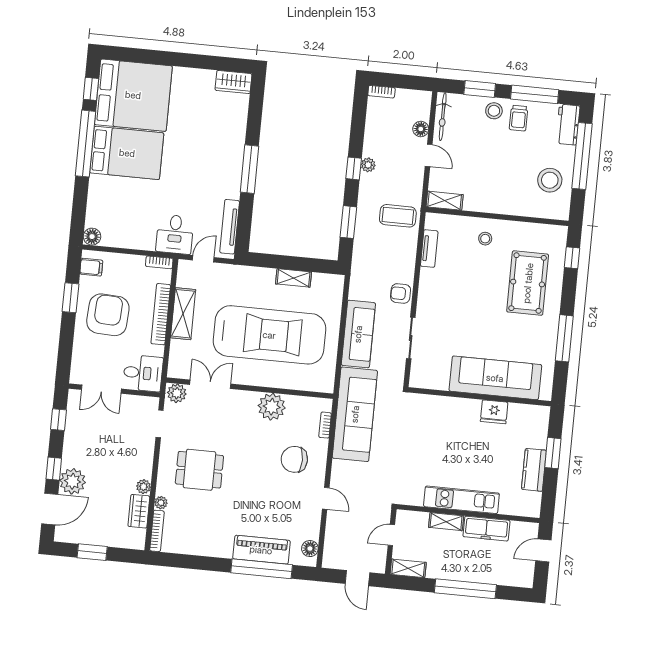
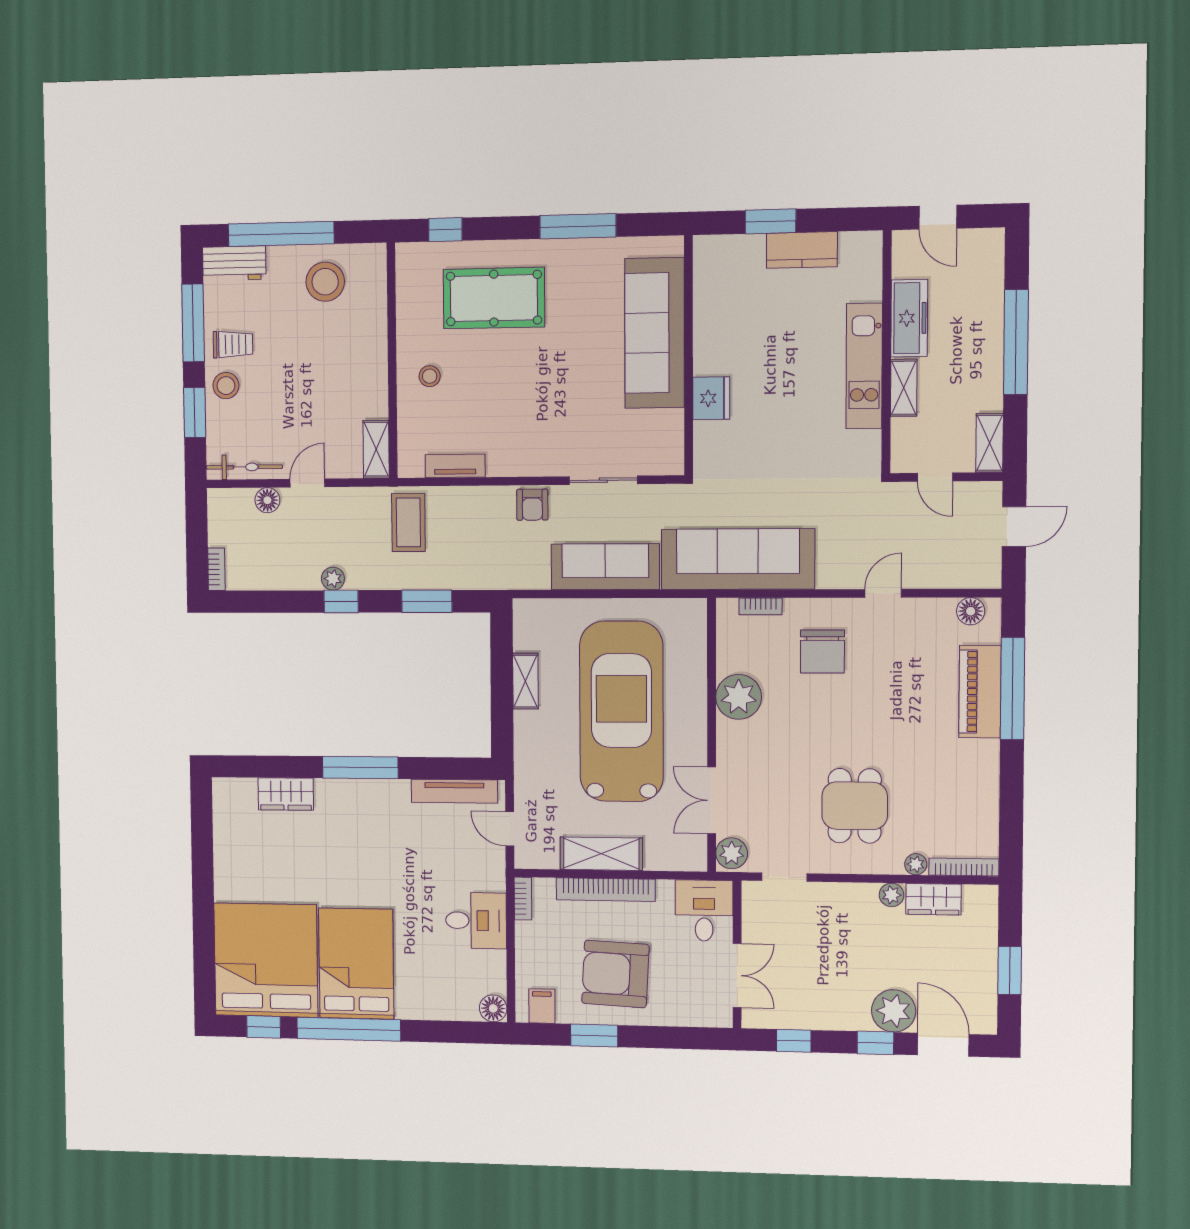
wardrobe: (233, 82) -> (286, 794), moved, turned 90
desk: (175, 234) -> (476, 921), moved
fridge: (494, 412) -> (711, 398), moved

